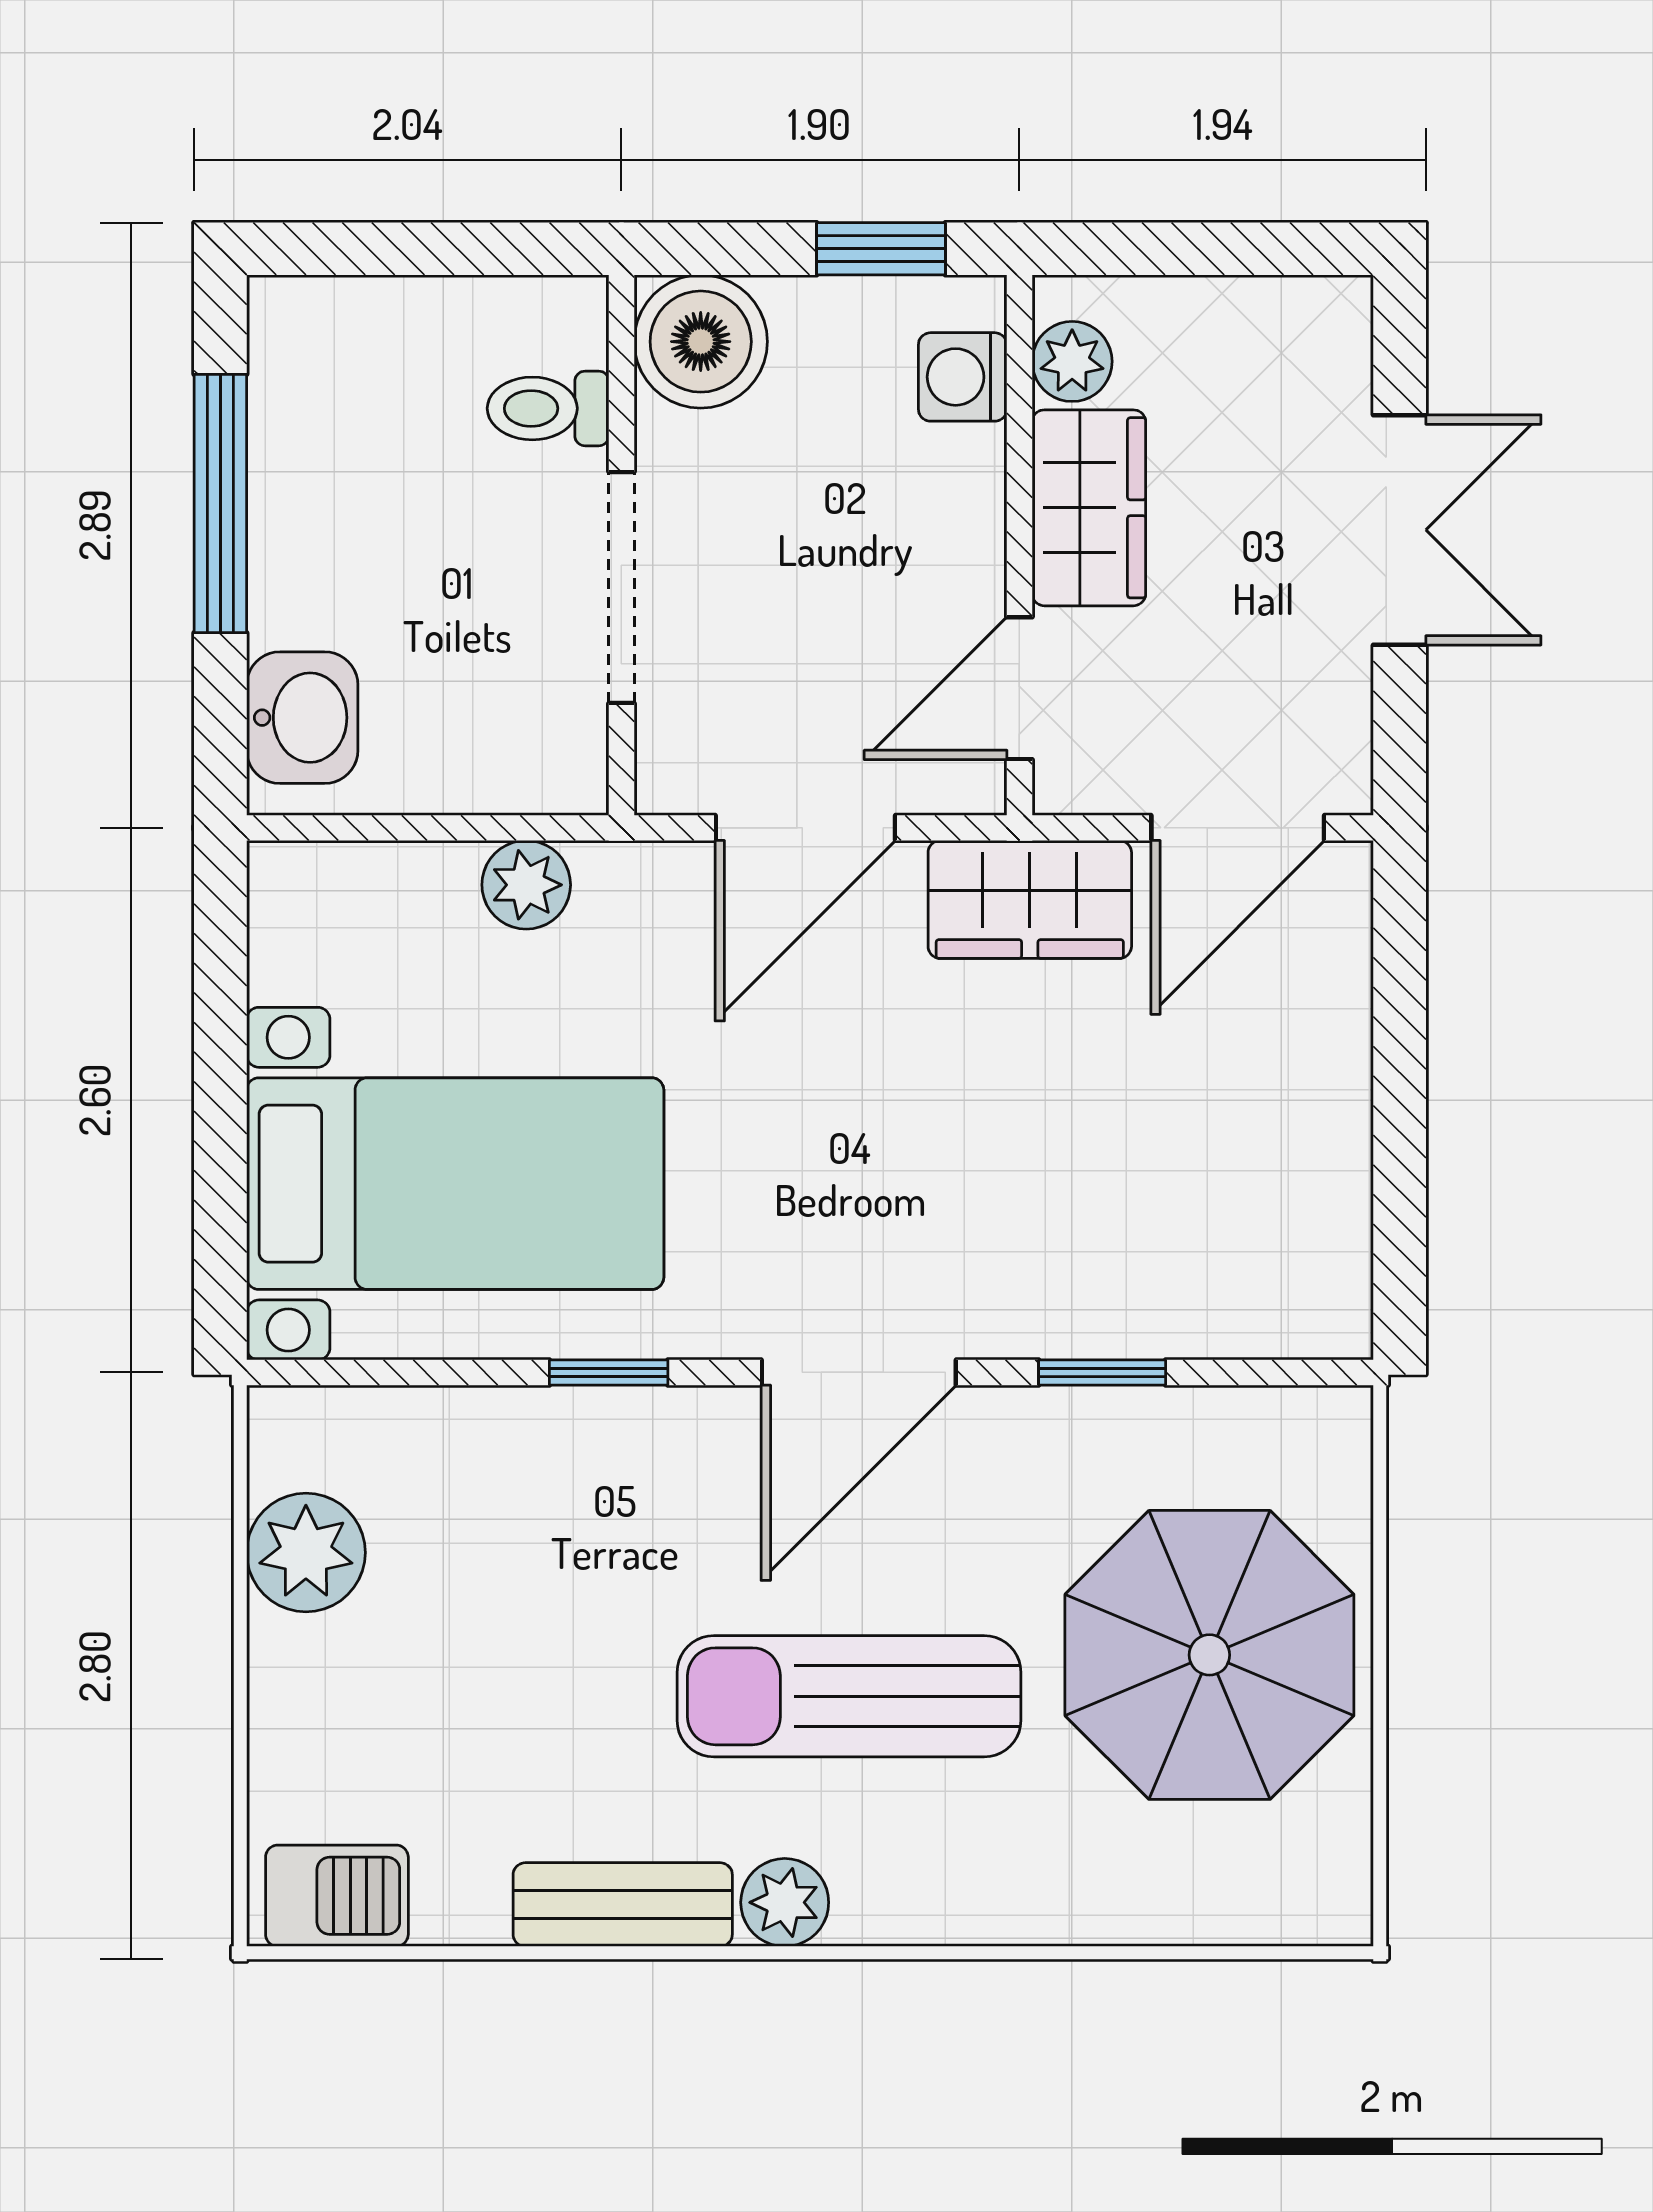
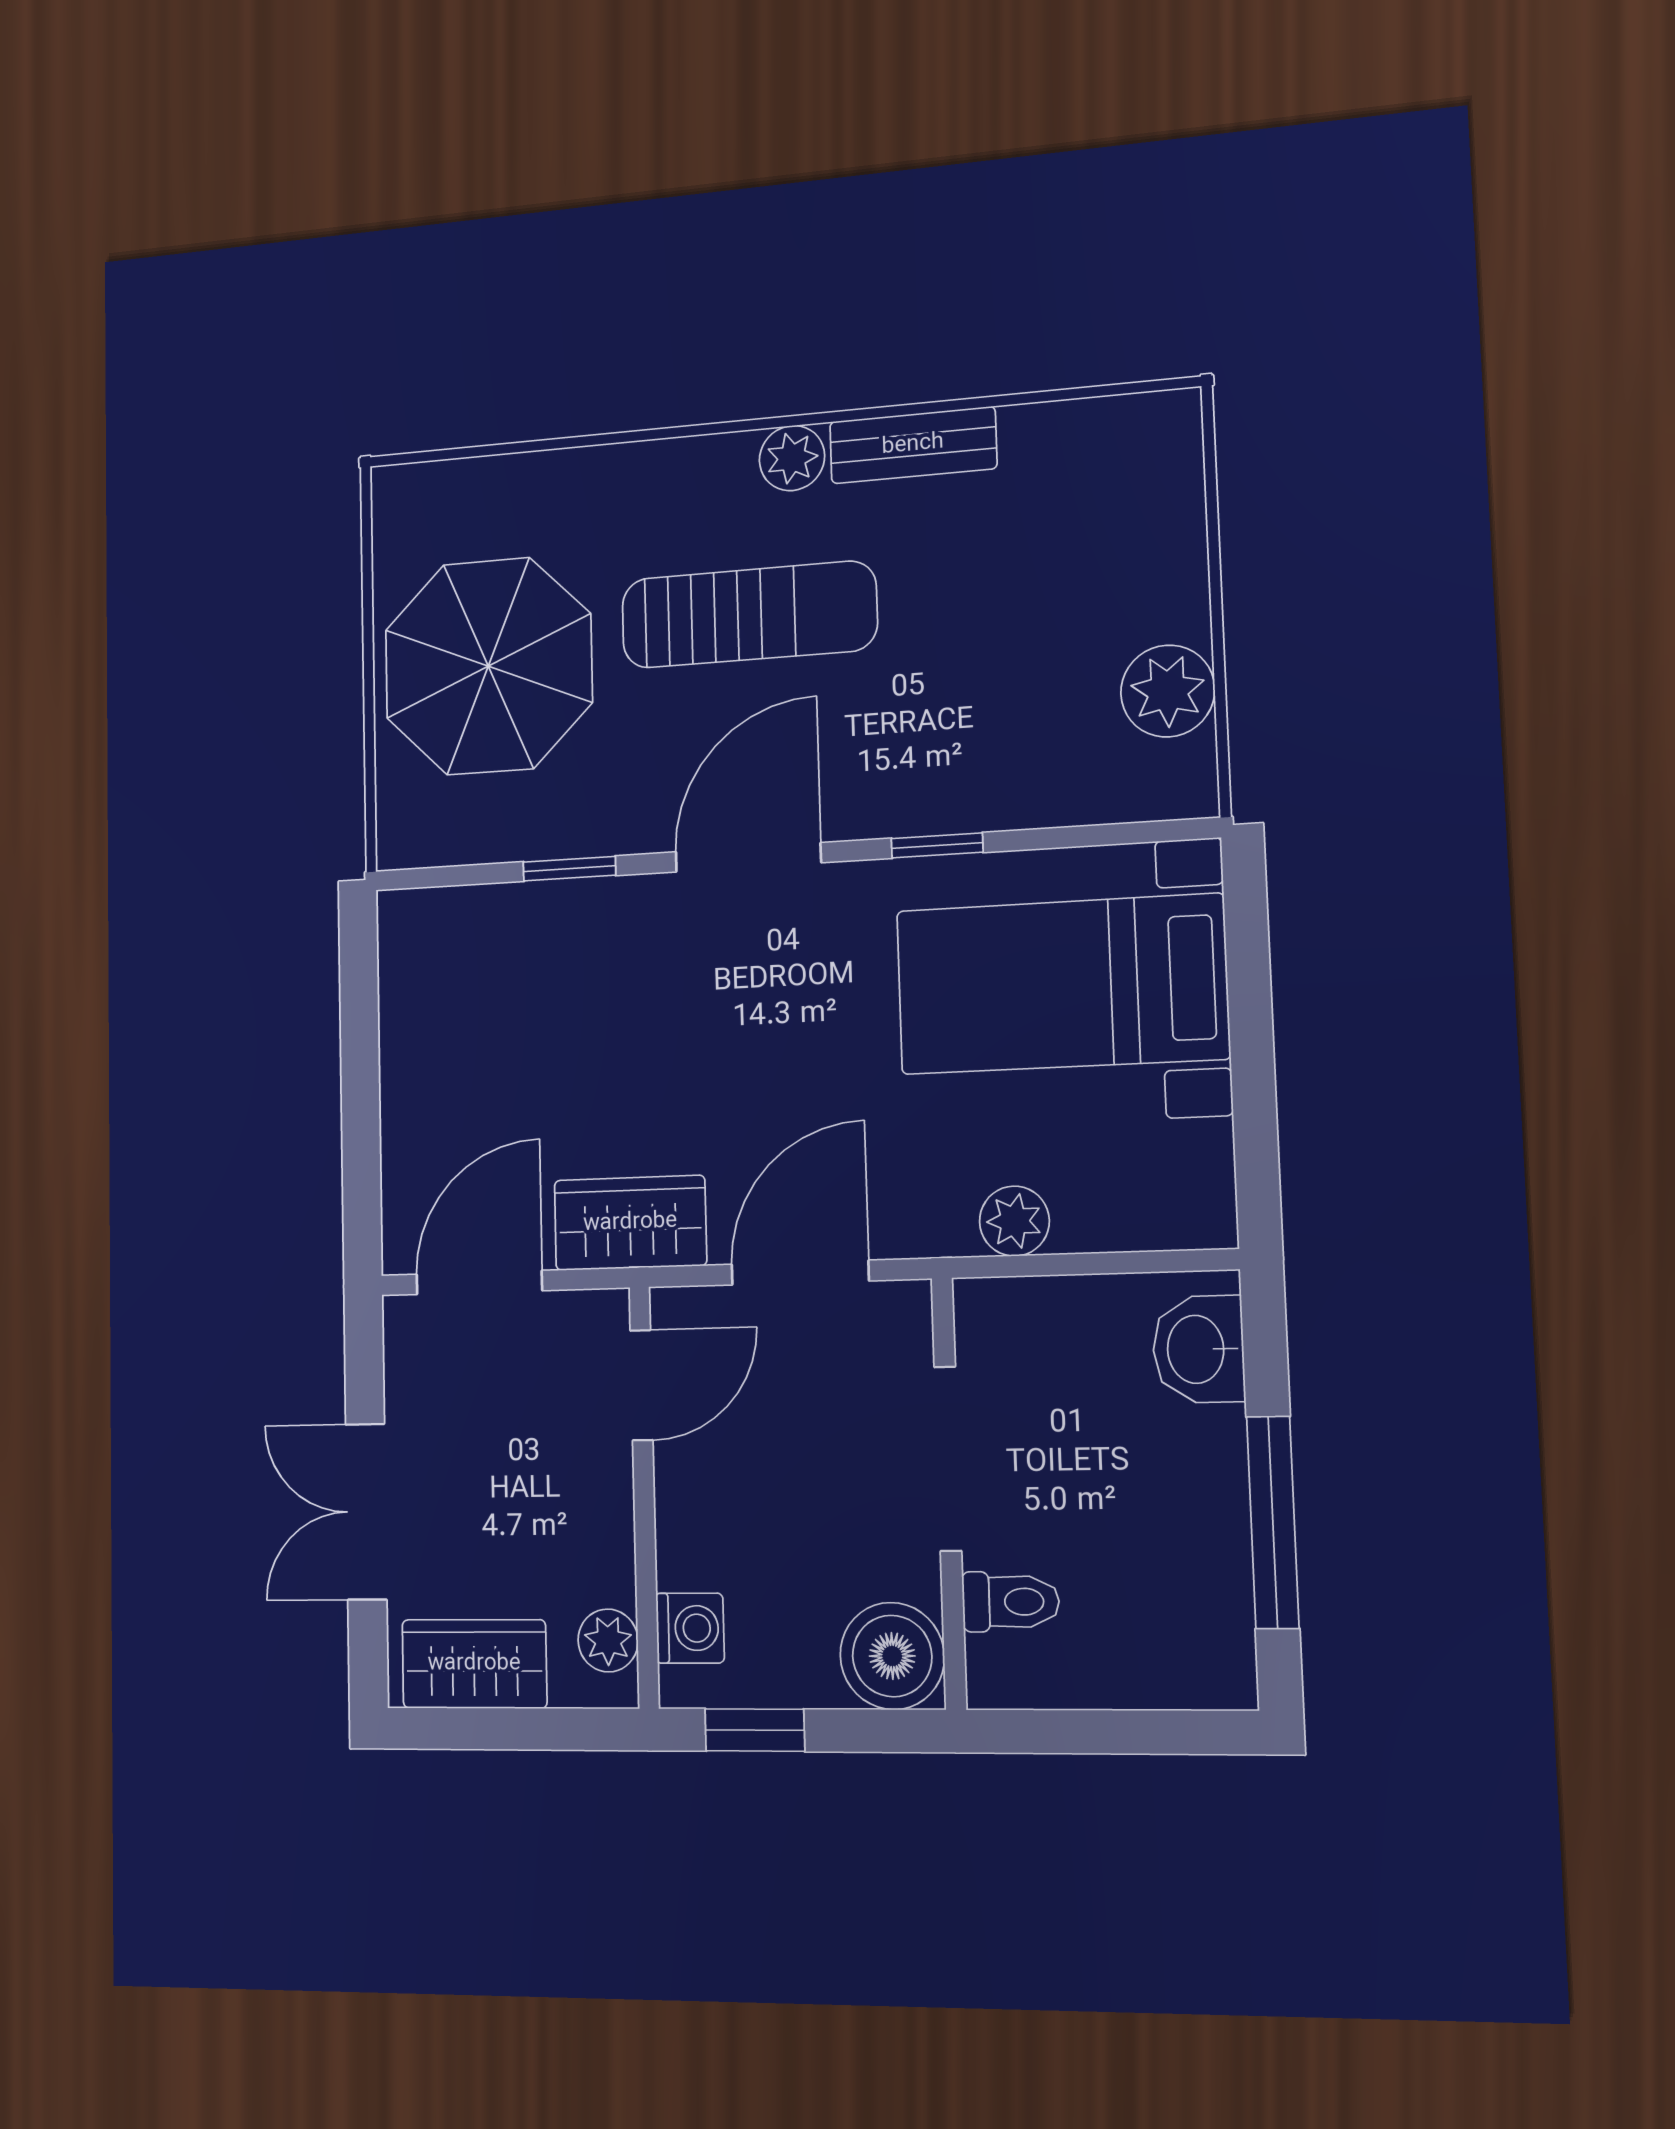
wardrobe: (1089, 508) -> (474, 1664), moved, turned 90
barbecue: (337, 1896) -> (1132, 431), removed

